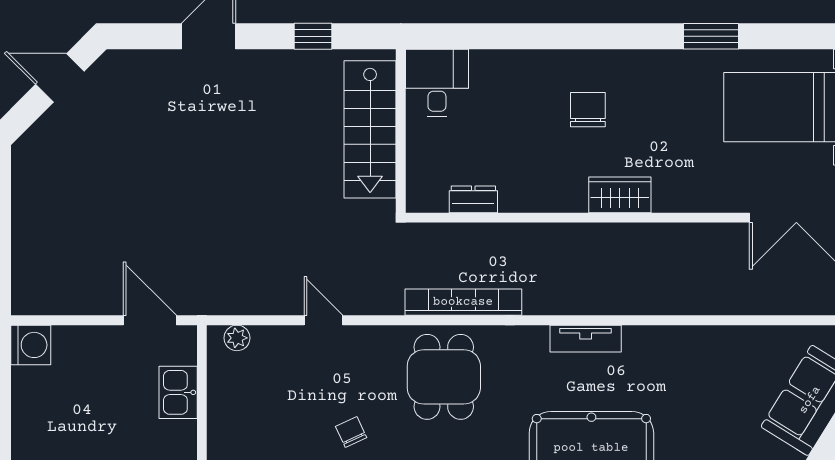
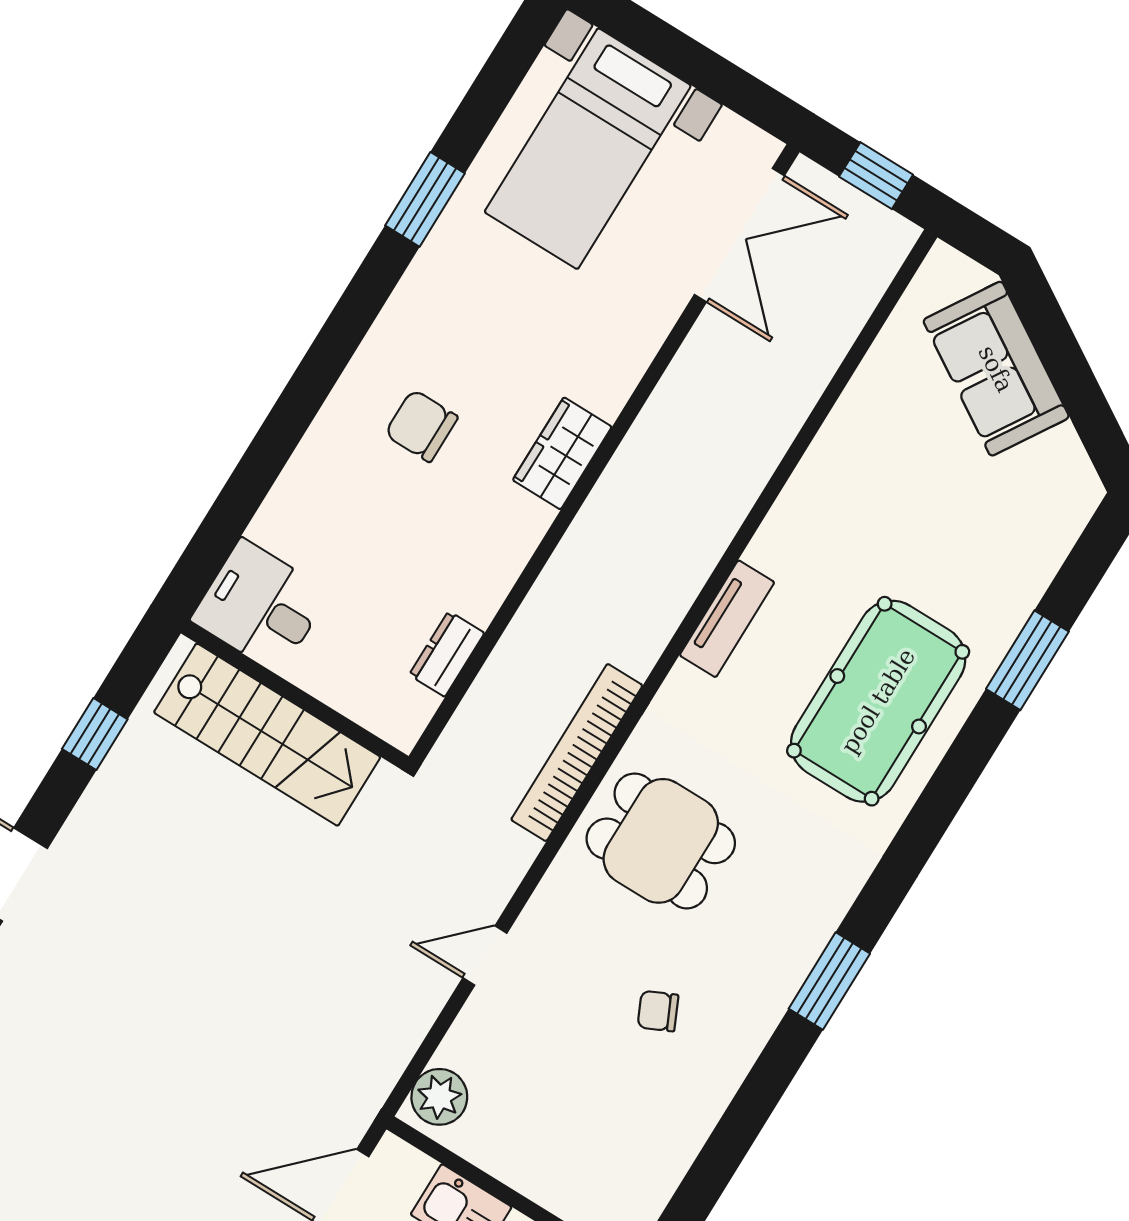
plant: (237, 338) -> (439, 1097), width x1.38, depth x1.38

